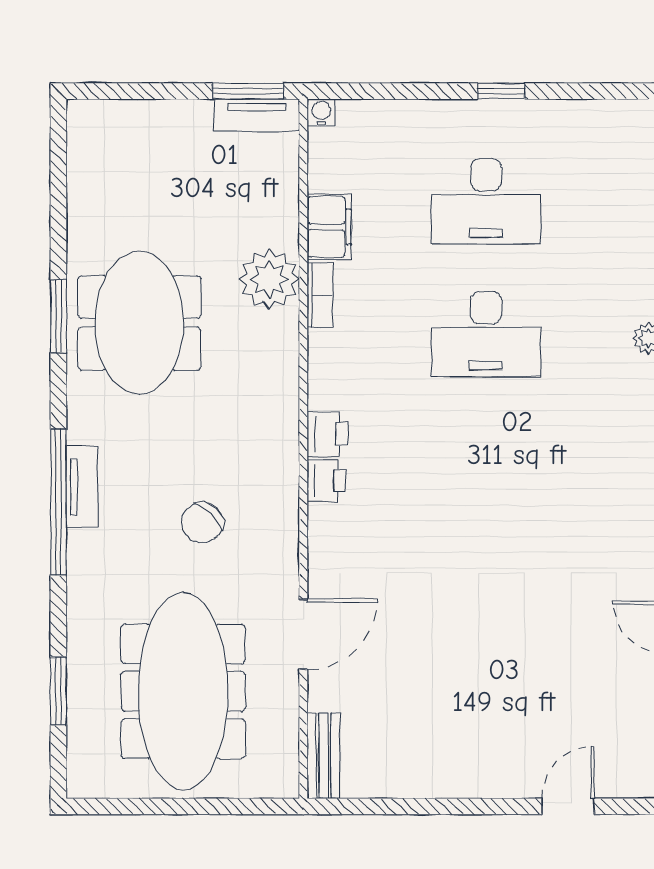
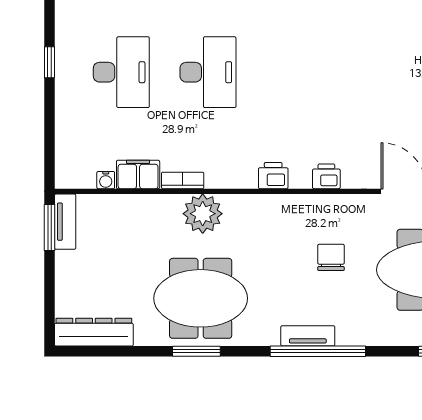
water cooler: (321, 112) -> (106, 180), moved, turned -90
dresser: (88, 159) -> (94, 332), added
plant: (269, 279) -> (203, 214), moved
printer: (326, 481) -> (326, 176), moved
chair: (202, 523) -> (331, 257), turned -134

